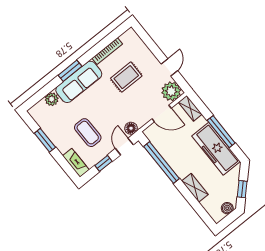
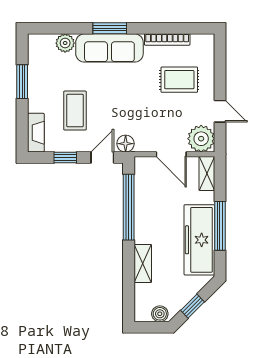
door: (169, 67) -> (220, 111), hinge flipped
rug: (126, 77) -> (179, 80), moved

